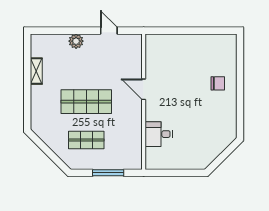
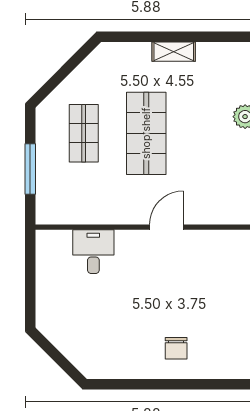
shelving: (36, 71) -> (174, 52), moved

